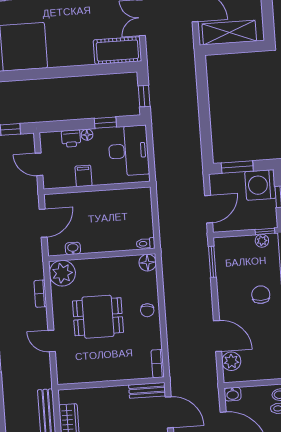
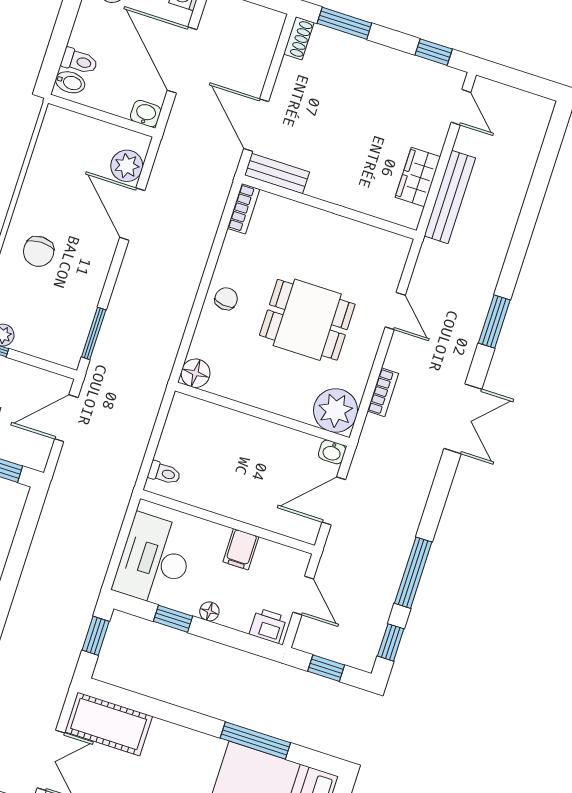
window: (33, 74) -> (255, 740), added
printer: (71, 139) -> (268, 626), moved
toilet: (146, 244) -> (164, 473), moved
washbasin: (73, 248) -> (332, 452), moved

